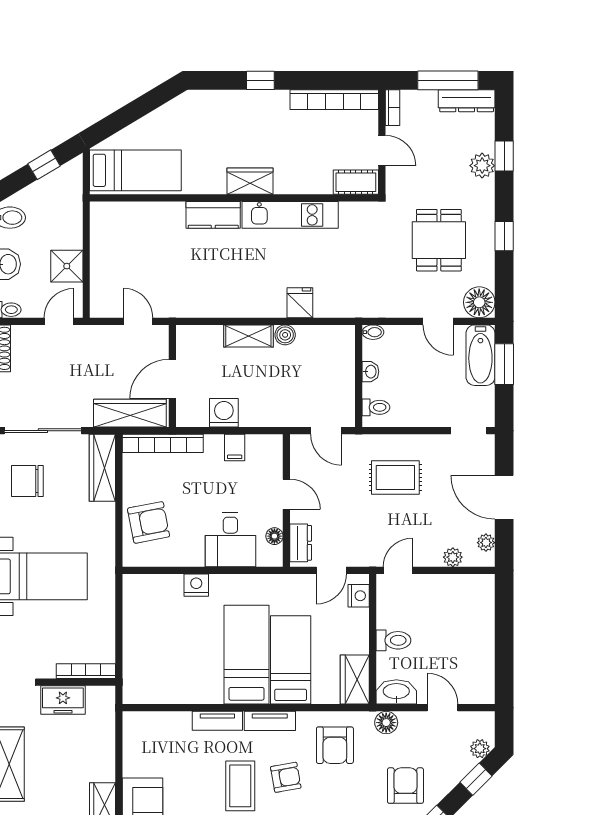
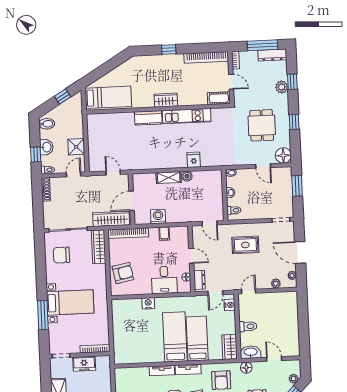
bathtub: (480, 355) -> (285, 182), removed

